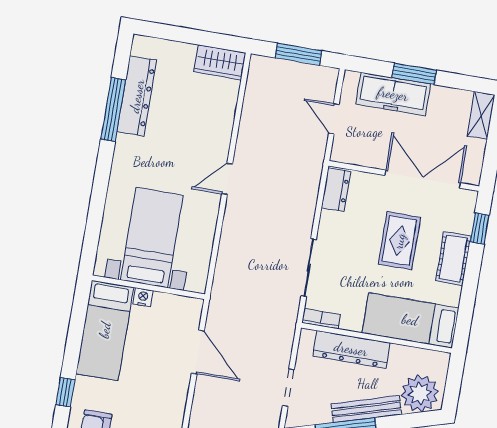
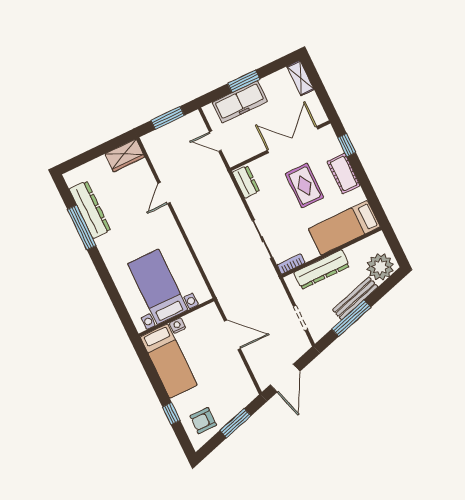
door: (227, 179) -> (164, 193), moved

